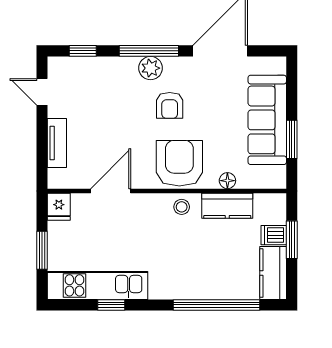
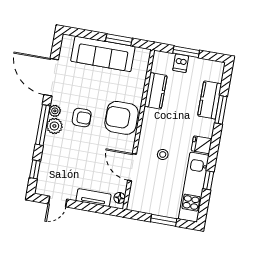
plant: (173, 65) -> (55, 111), added
floor lamp: (227, 181) -> (119, 198), moved
fridge: (59, 207) -> (202, 145), moved, turned 180
stool: (182, 207) -> (163, 154), moved
kitchen counter: (273, 273) -> (210, 100), moved, turned 90
window: (216, 305) -> (221, 110), width x0.47

